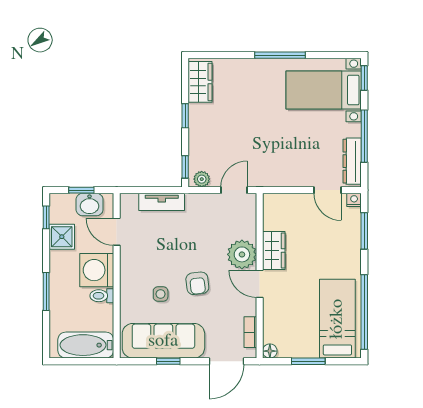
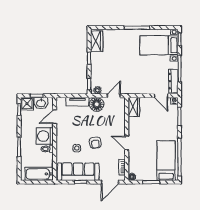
floor lamp: (200, 207) -> (97, 104), added
door: (117, 232) -> (55, 117), hinge flipped
shower: (62, 237) -> (27, 104), moved
wardrobe: (274, 250) -> (134, 107), moved
plant: (242, 254) -> (118, 128), removed

